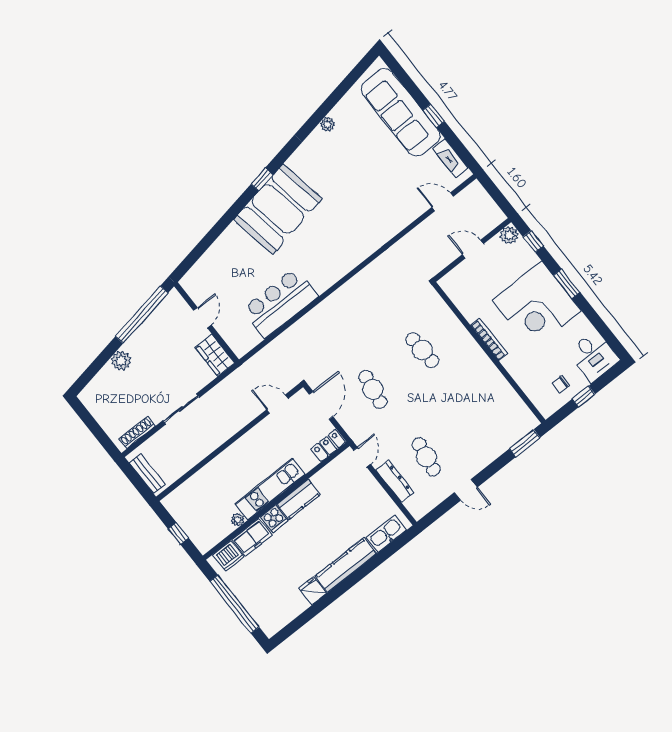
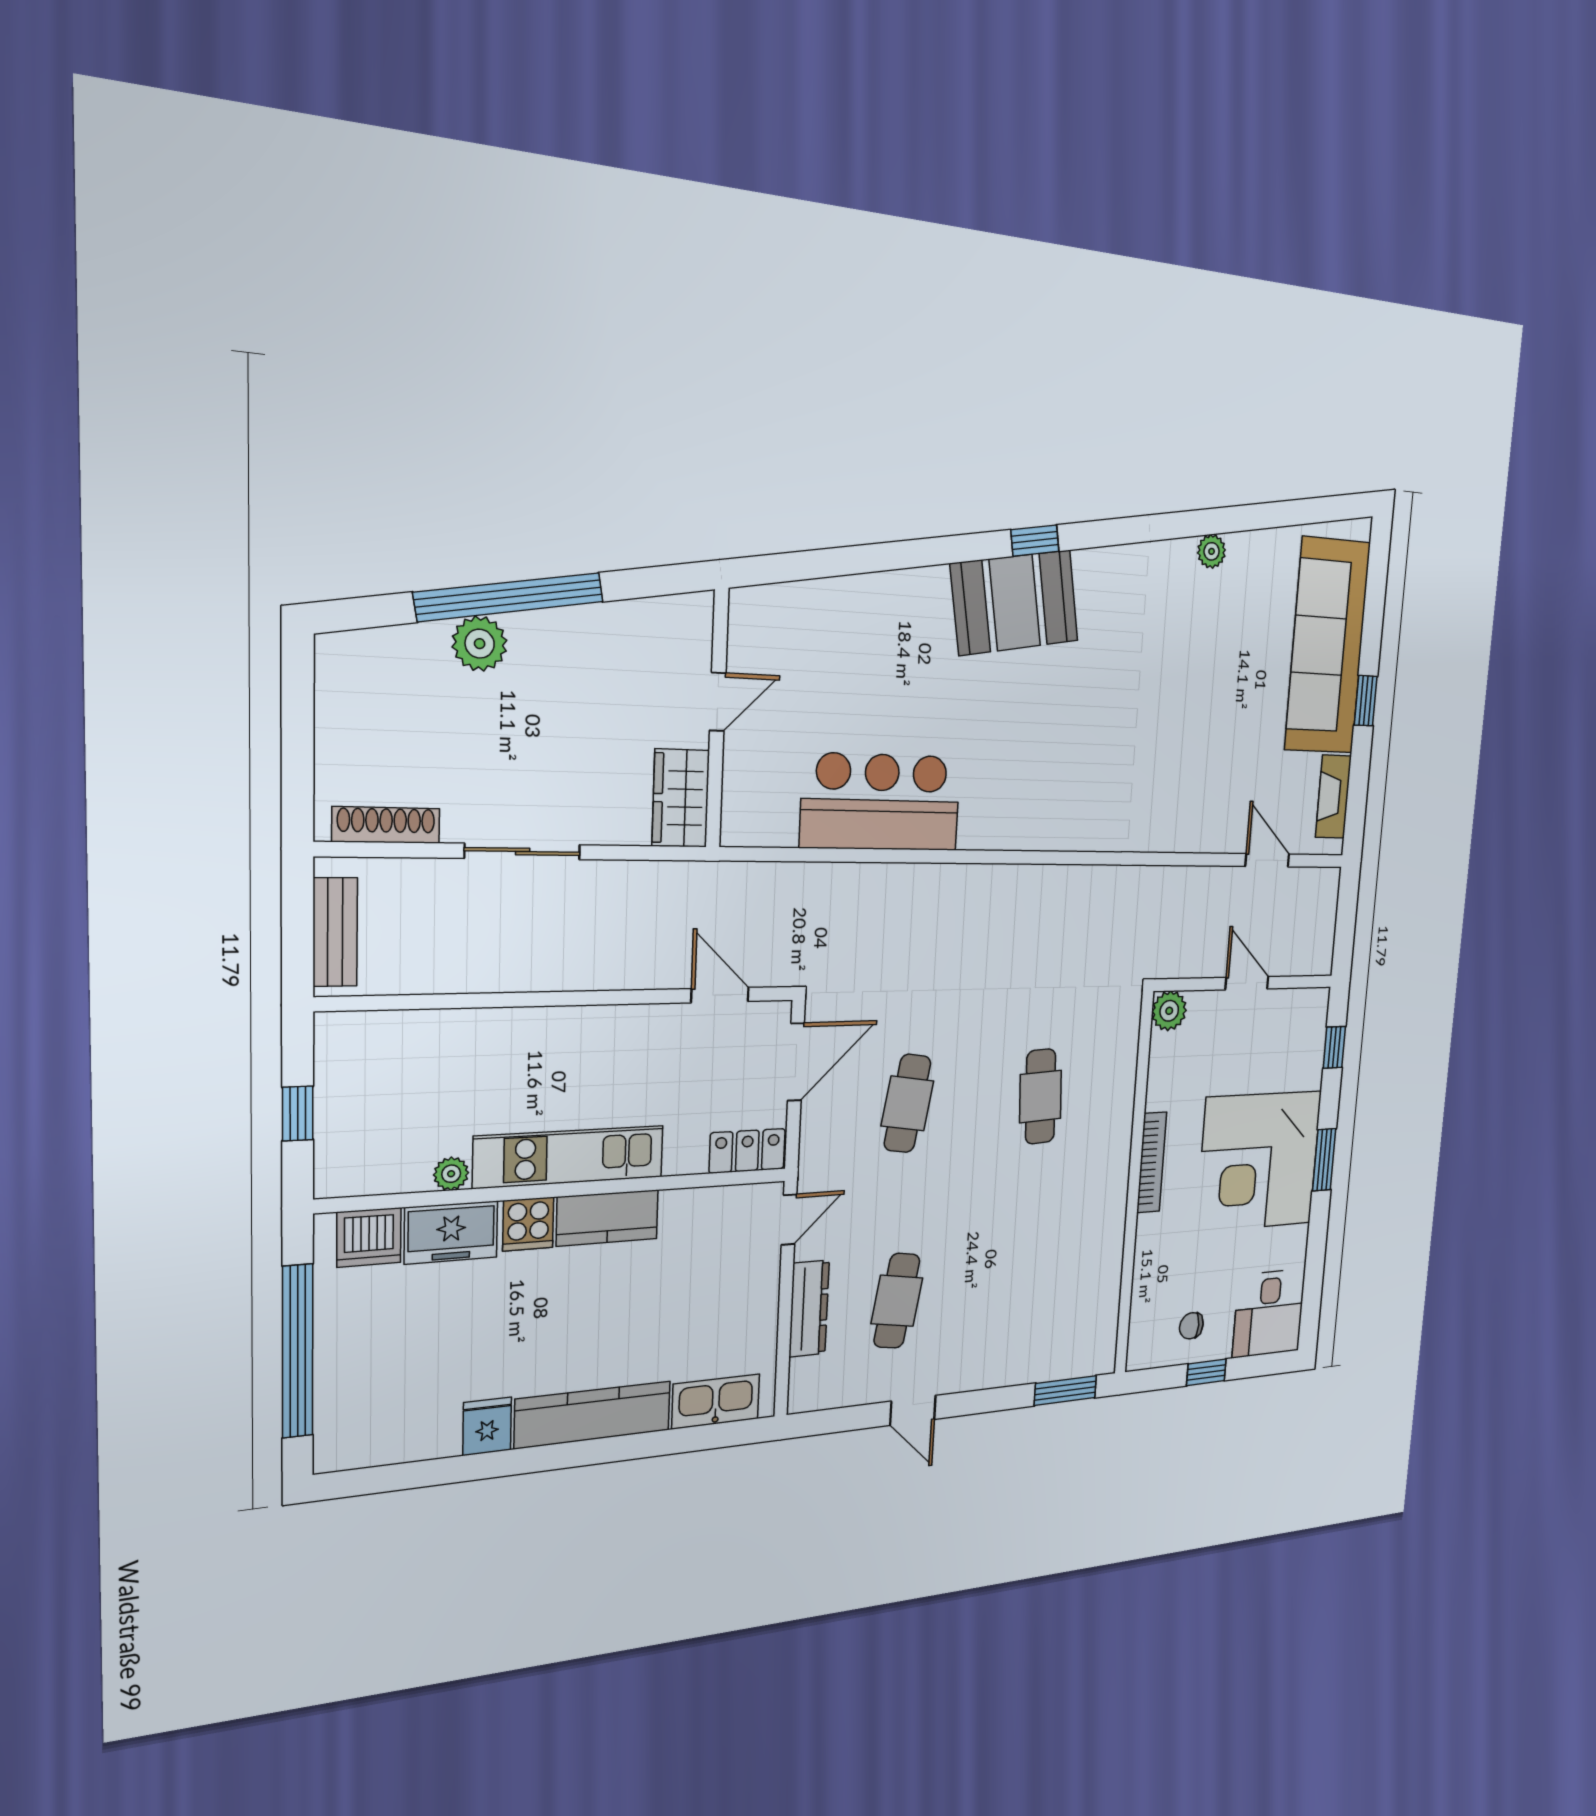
booth: (278, 209) -> (1015, 603), width x0.73, depth x0.70
plant: (509, 235) -> (1169, 1011), moved
window: (142, 315) -> (510, 597), moved

